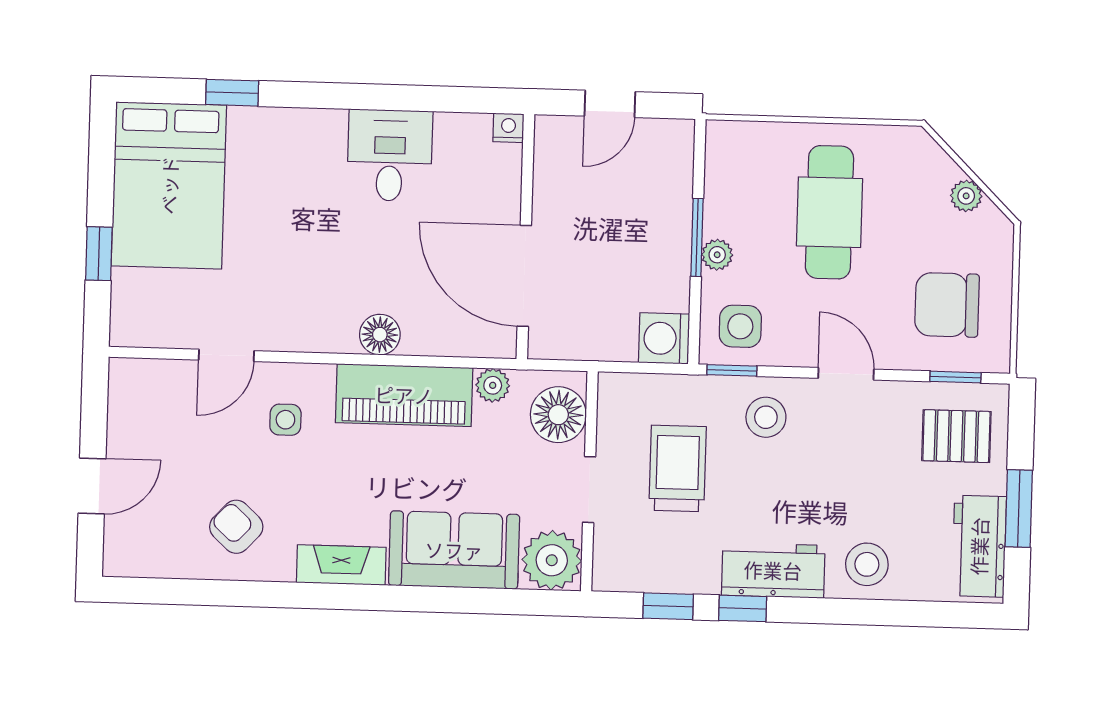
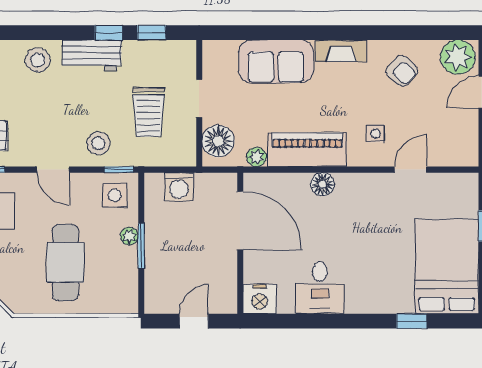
nightstand: (508, 128) -> (260, 299), width x1.89, depth x1.79
washing machine: (664, 338) -> (179, 187), moved, turned 90
plant: (552, 560) -> (458, 57), moved

